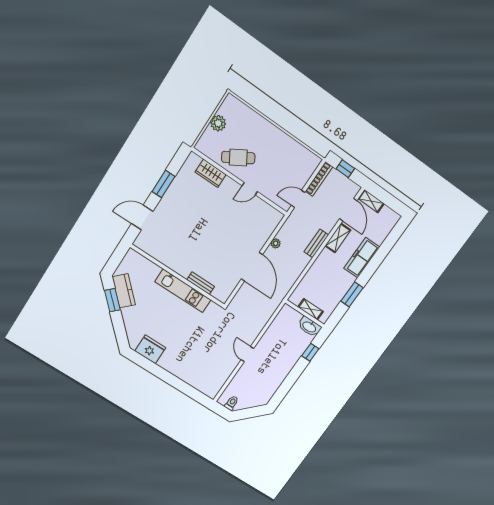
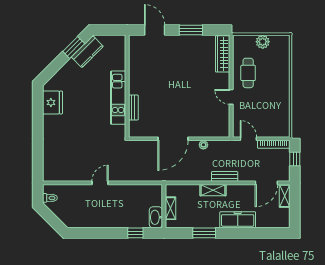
cafe table: (238, 158) -> (248, 73), turned 31
wardrobe: (211, 173) -> (223, 54), width x1.50
shelving: (338, 238) -> (213, 190), moved

